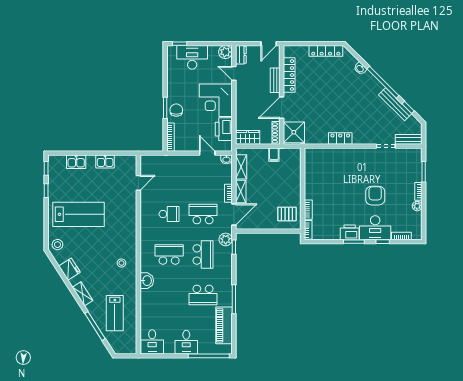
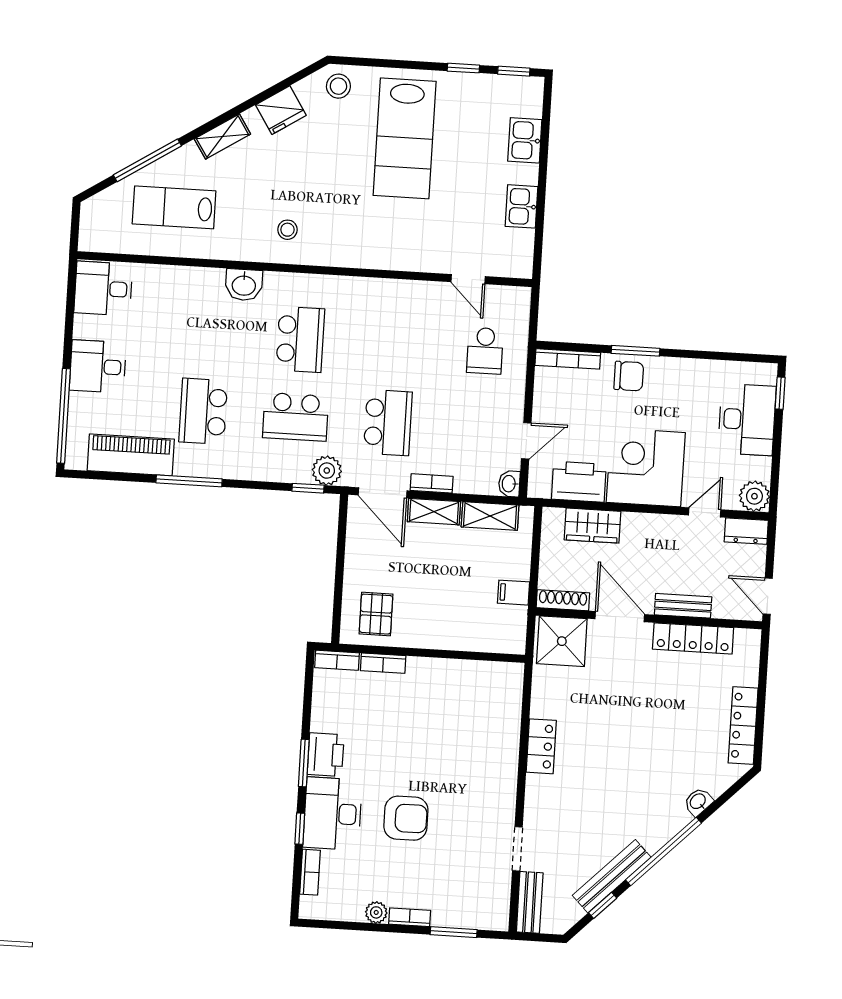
wardrobe: (248, 137) -> (592, 526), moved, turned 90
school desk: (169, 214) -> (485, 351), moved

